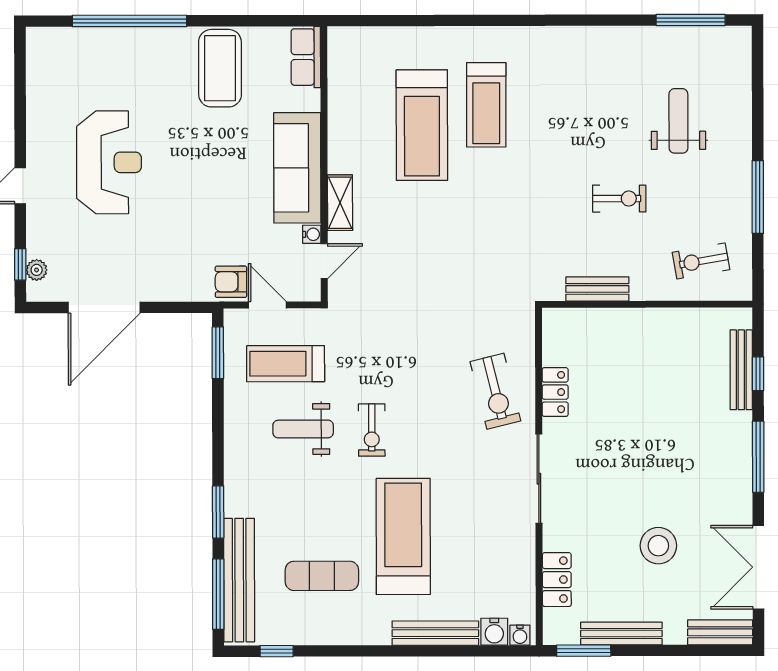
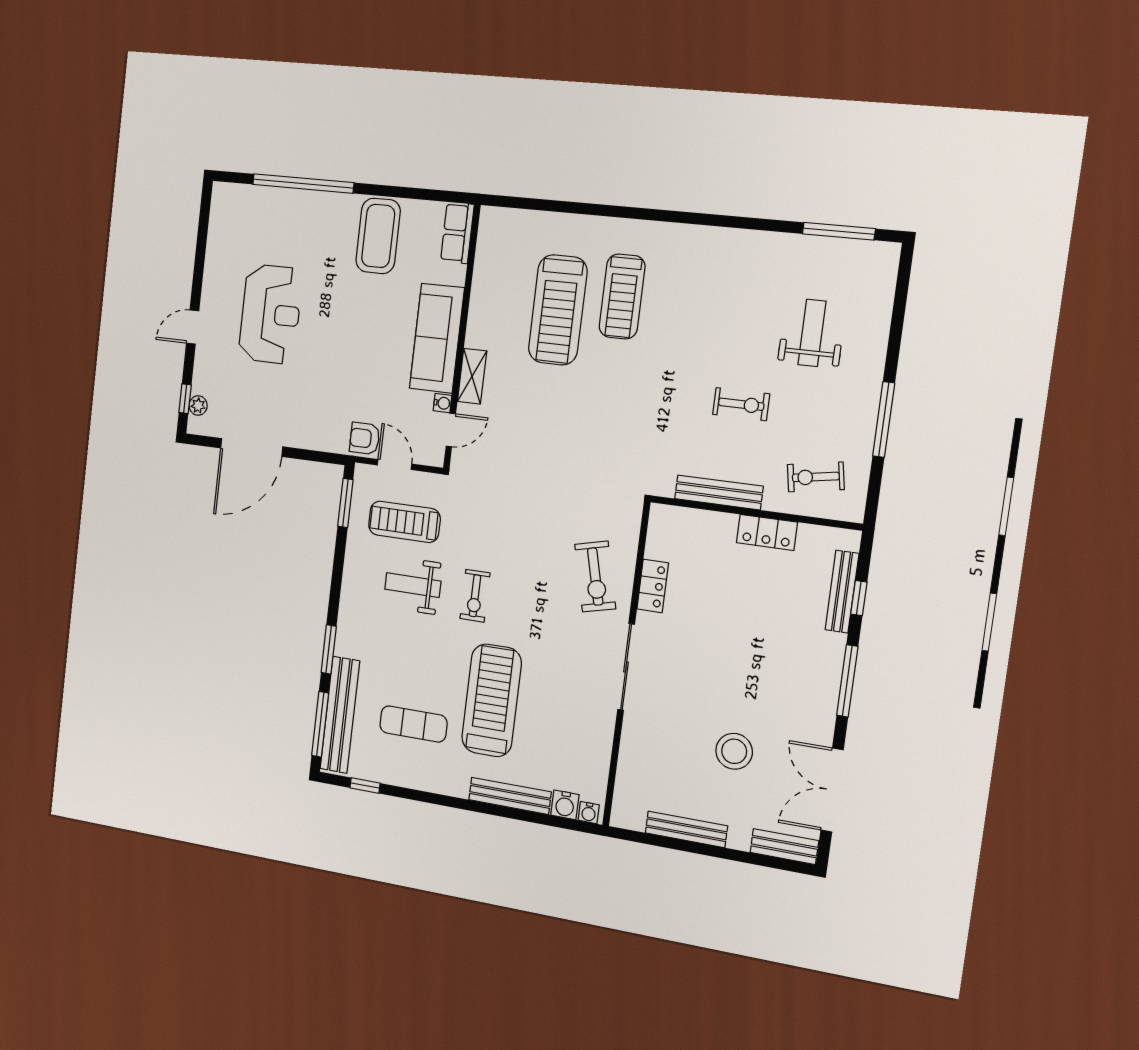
bench: (597, 289) -> (719, 493), width x1.36
locker: (557, 580) -> (767, 532), moved, turned 90
window: (584, 651) -> (648, 839), removed

